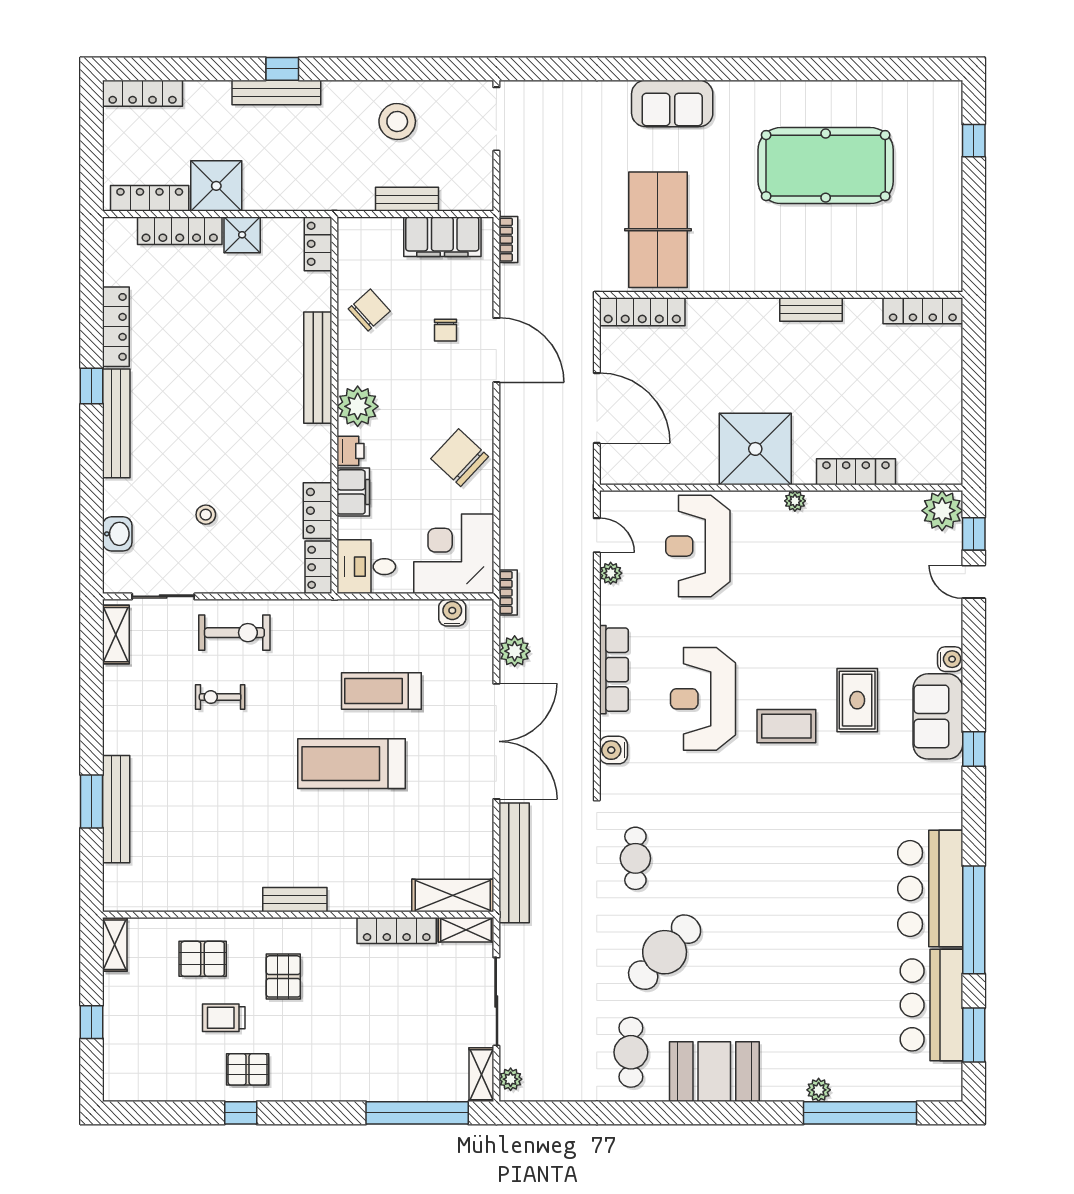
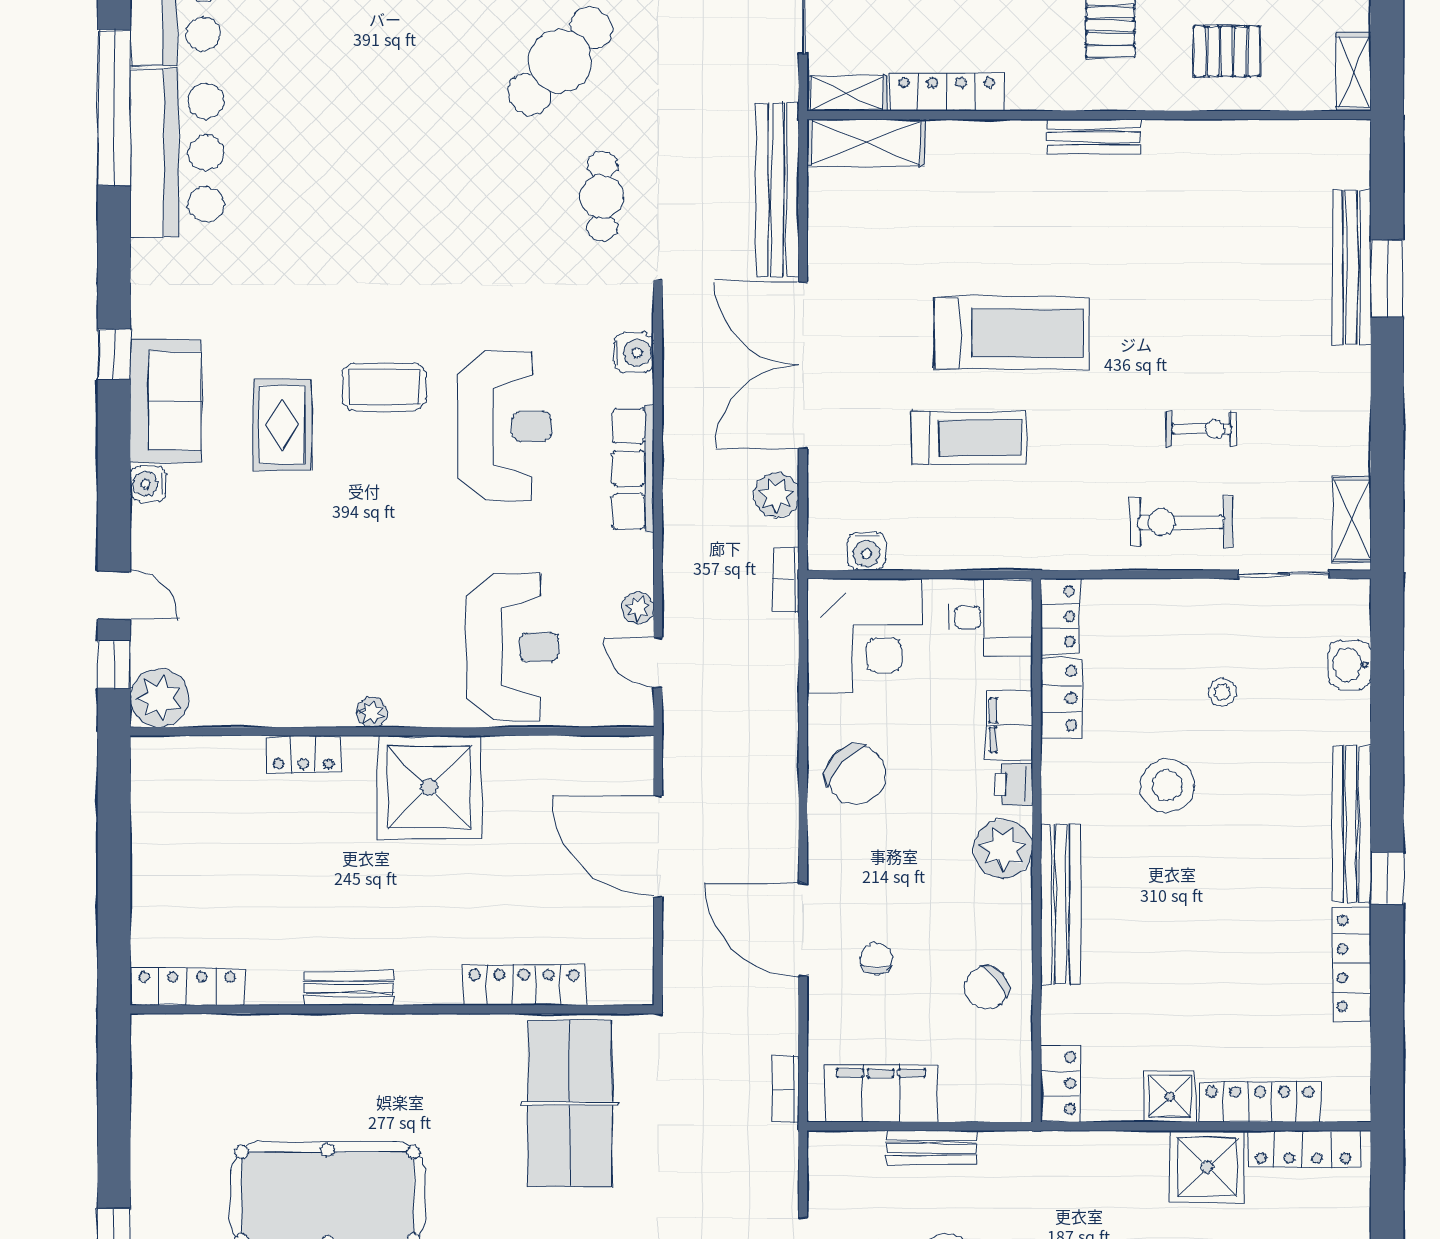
locker: (642, 312) -> (524, 985), moved
stool: (244, 450) -> (1167, 786), added
locker: (856, 472) -> (303, 754), width x0.66

